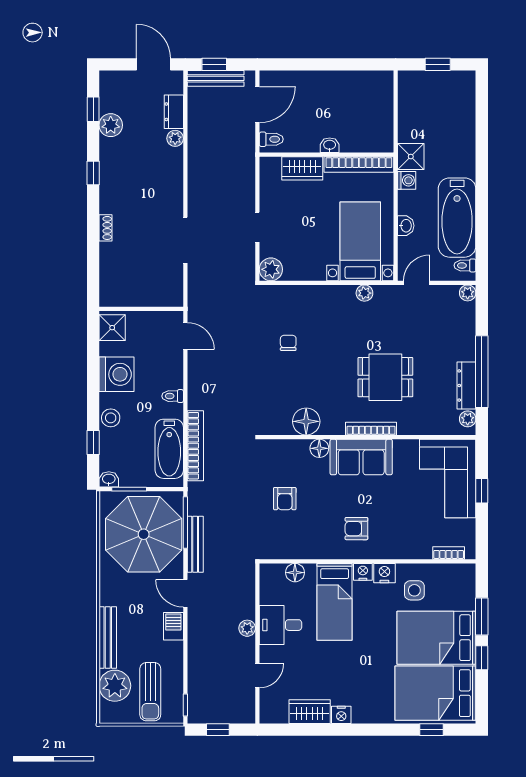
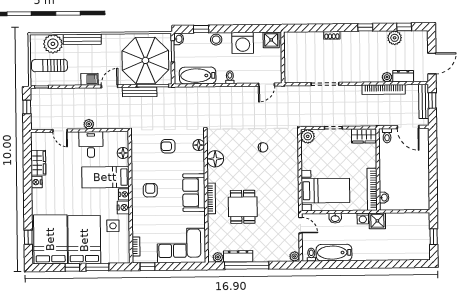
washbasin: (330, 145) -> (384, 198), moved
wardrobe: (302, 168) -> (364, 136), moved, turned -90
bathtub: (457, 218) -> (334, 253), width x0.73, depth x0.73
plant: (364, 293) -> (294, 194), removed
bookcase: (195, 446) -> (384, 89), moved
floor lamp: (319, 448) -> (199, 145), moved
window: (482, 491) -> (148, 267), moved

